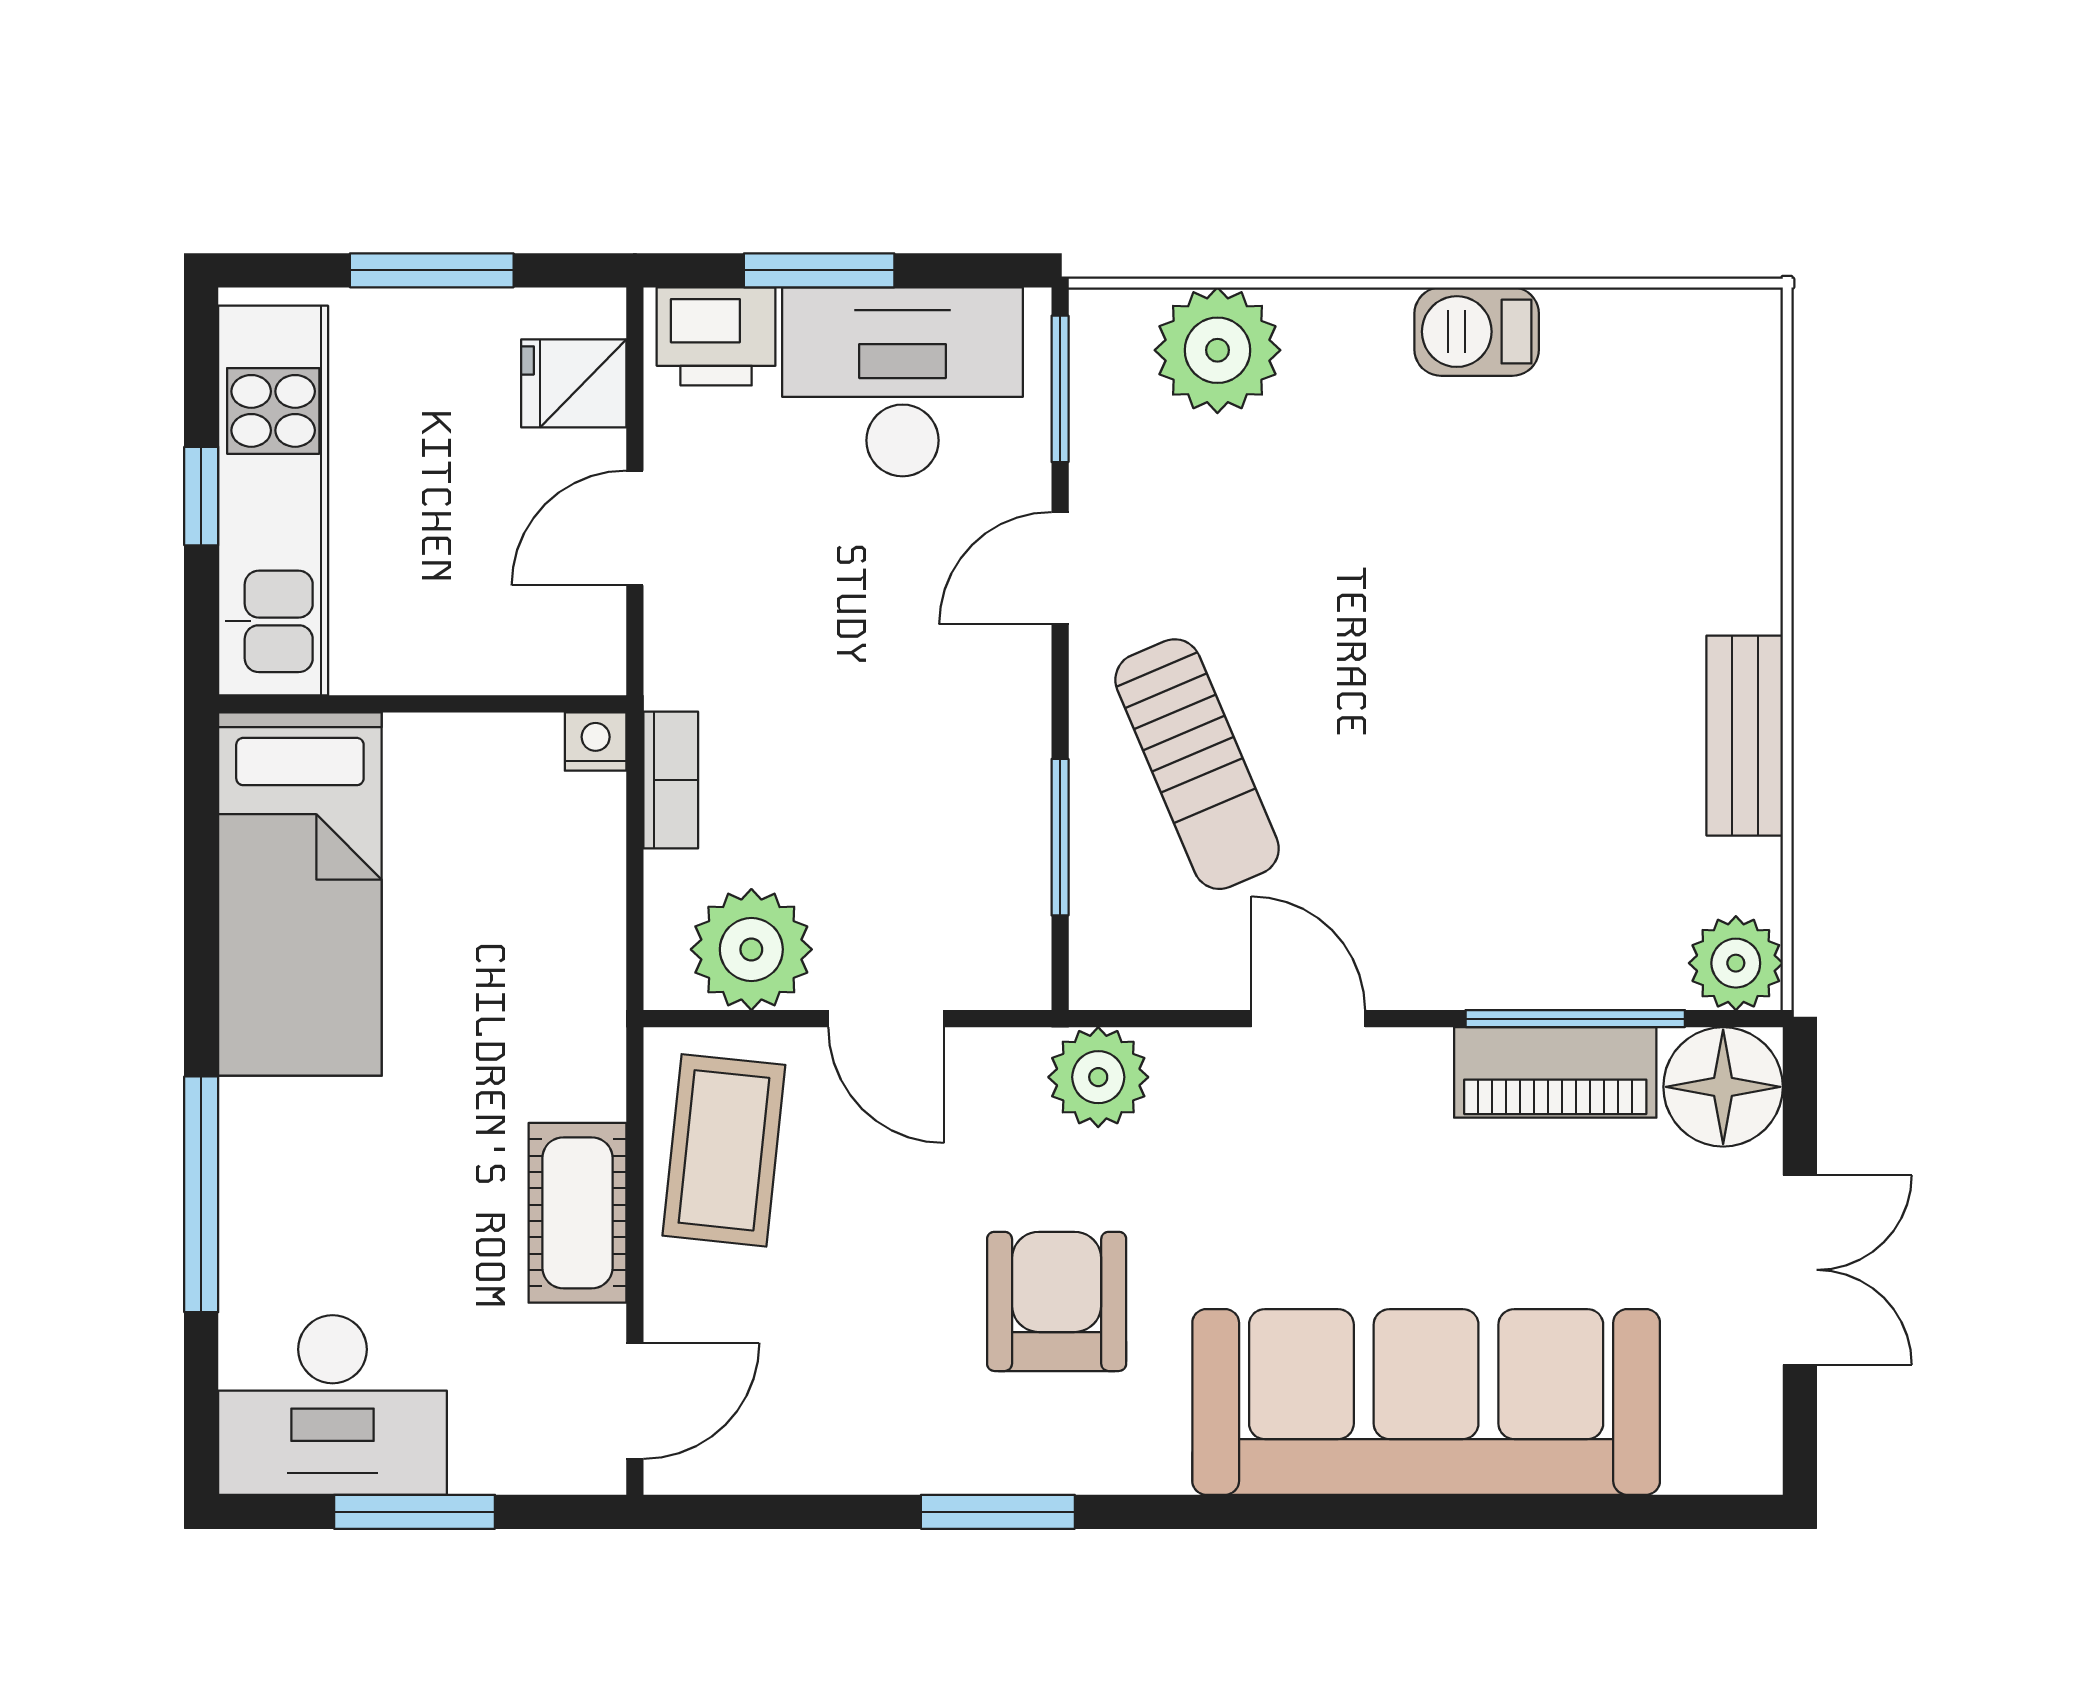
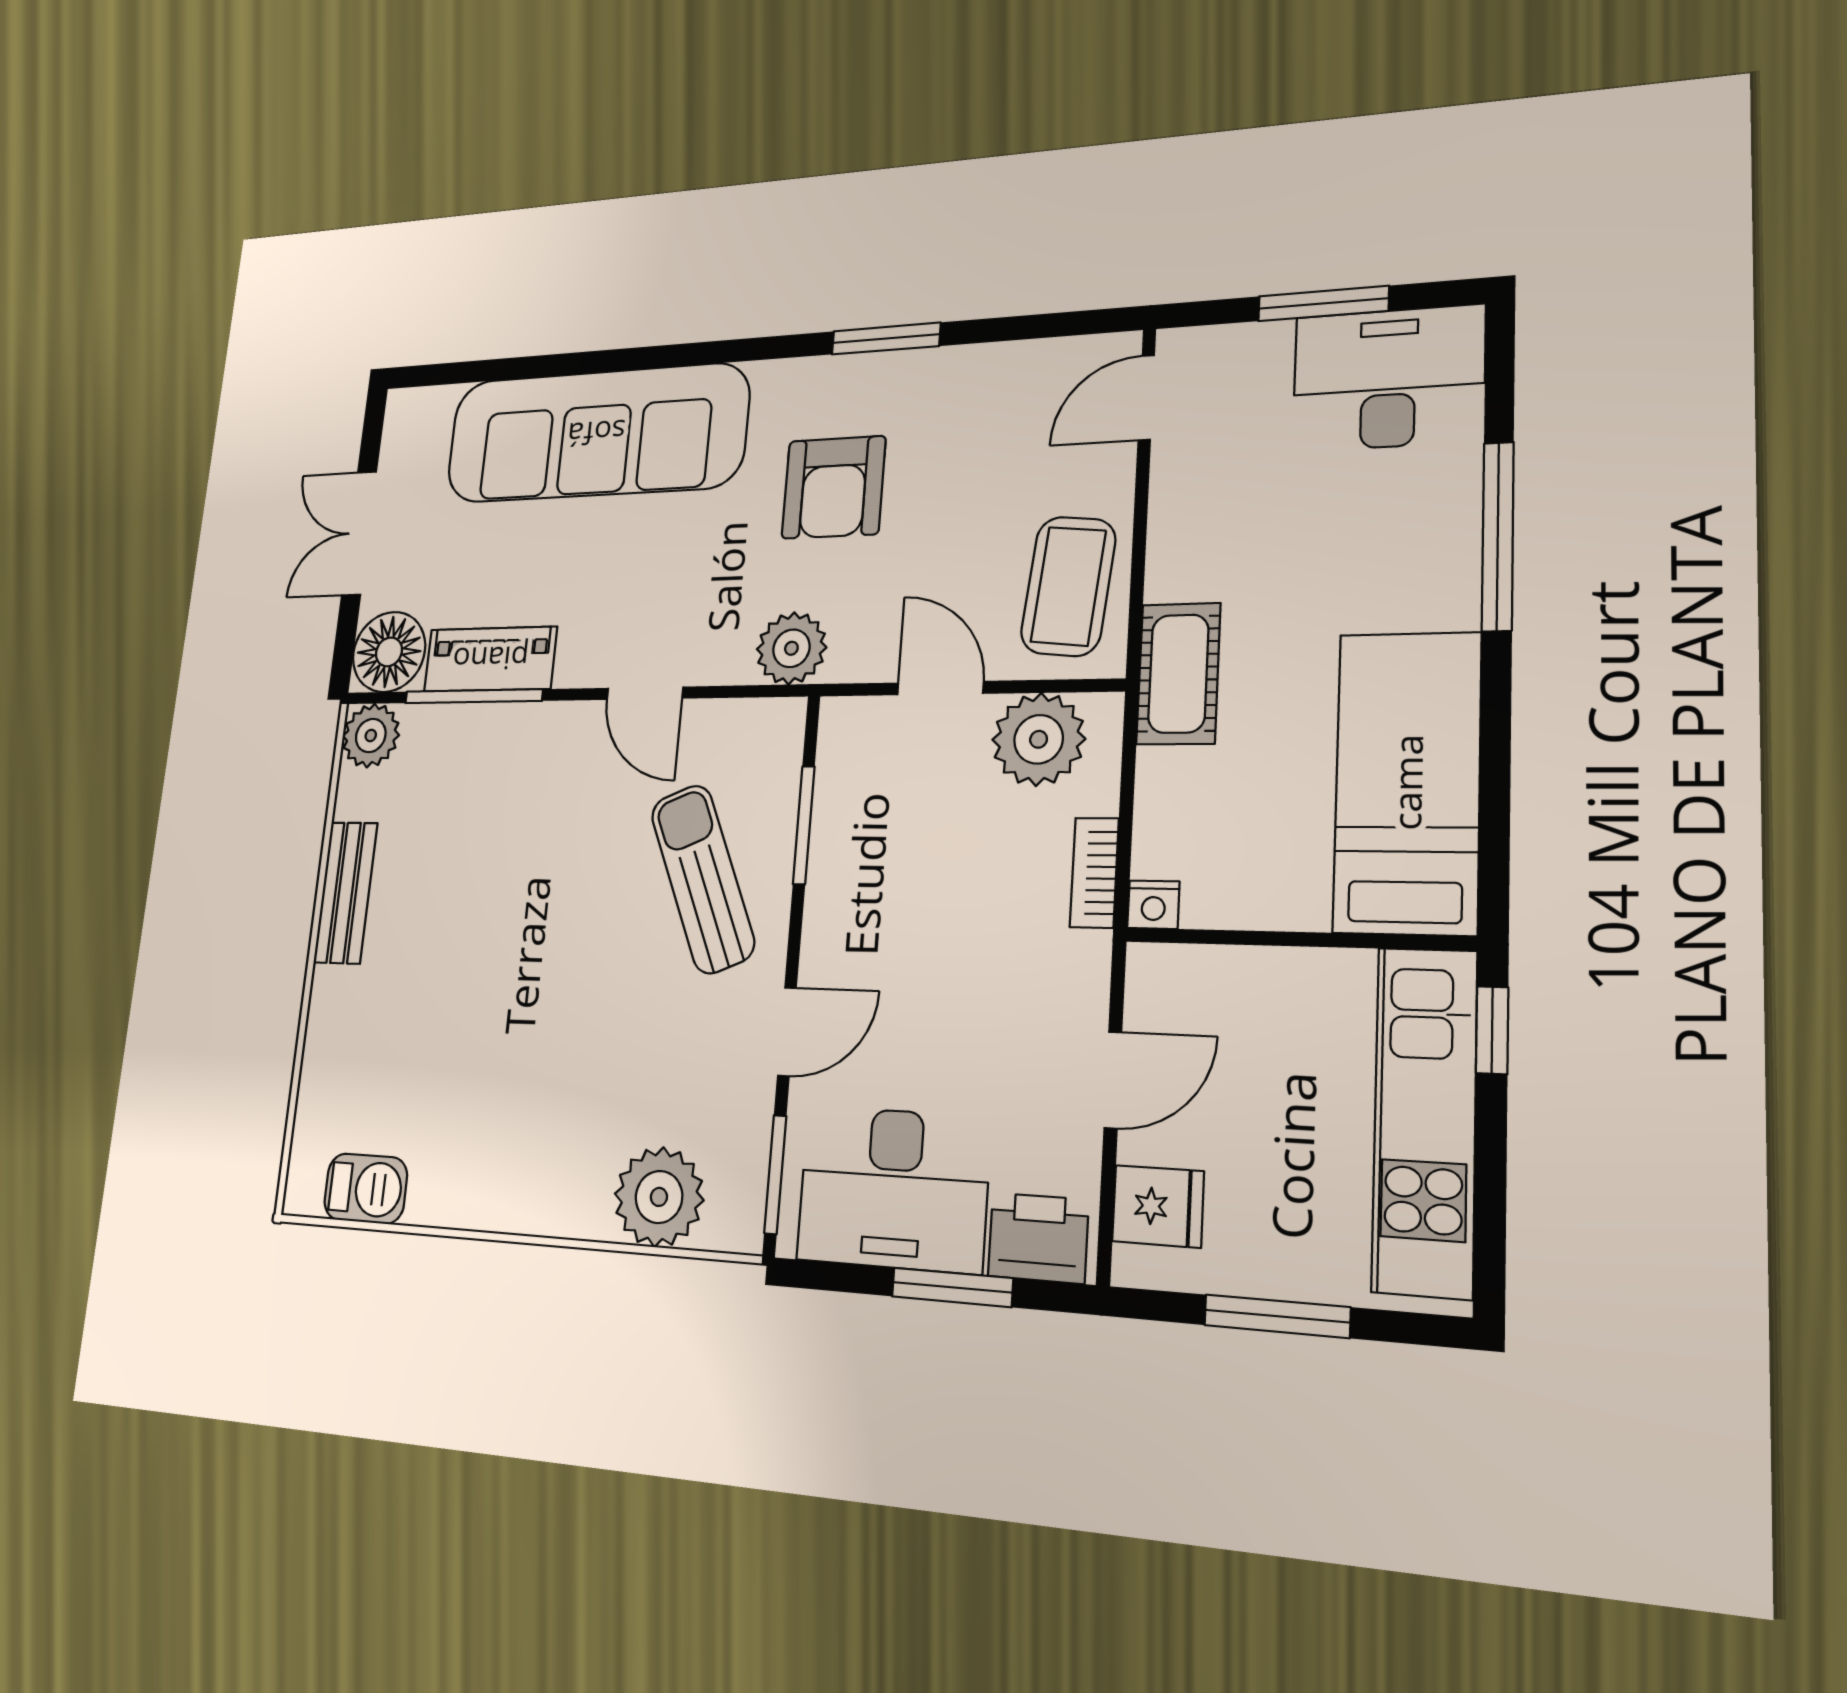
barbecue: (1477, 332) -> (366, 1189), moved
window: (201, 496) -> (1492, 1030), moved
cot: (577, 1213) -> (1178, 674), moved

